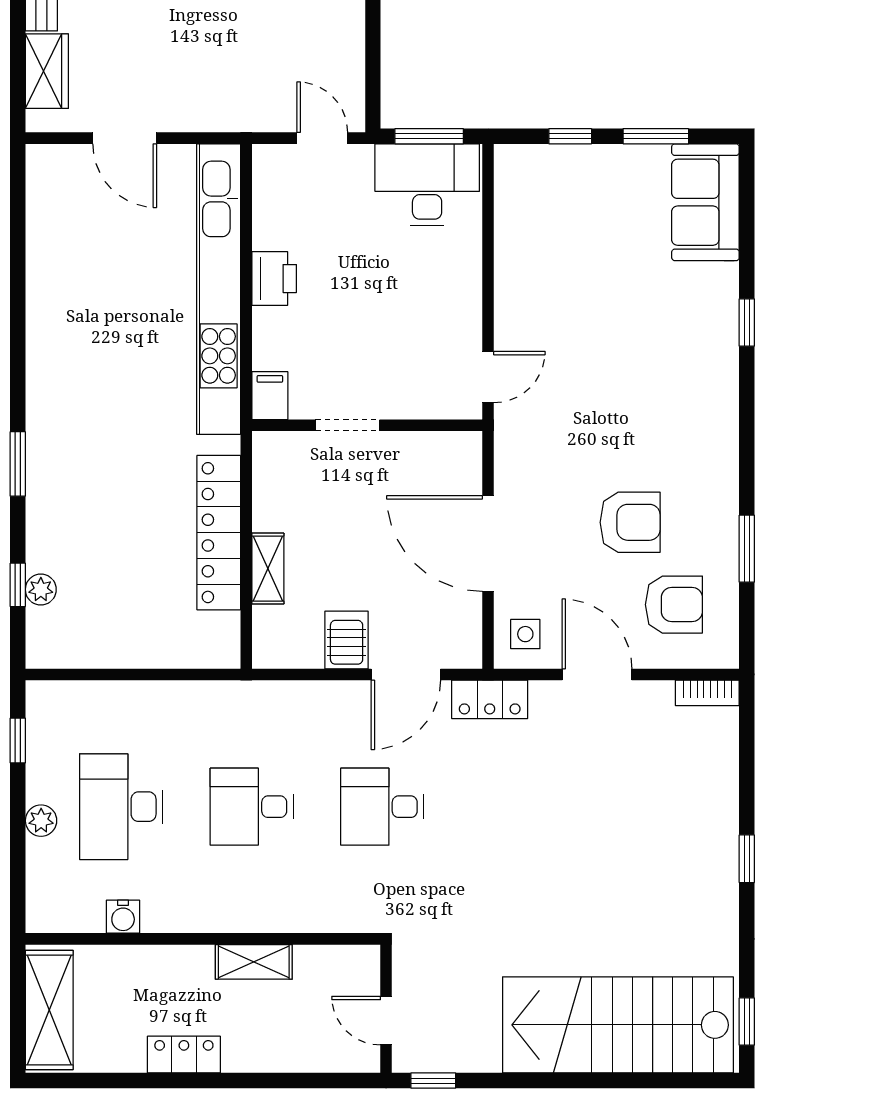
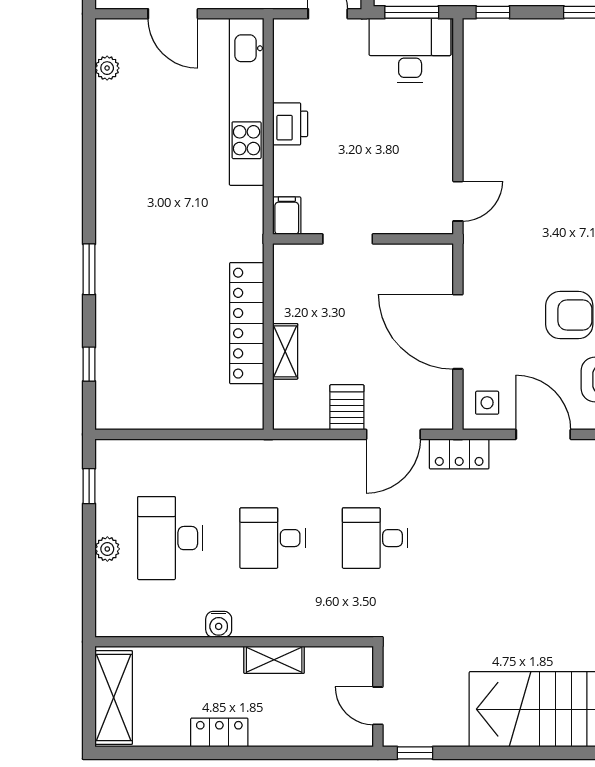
window: (570, 136) -> (493, 12), moved
kitchen unit: (219, 289) -> (247, 102), width x0.73
plant: (41, 590) -> (107, 68), moved
water cooler: (123, 917) -> (219, 624), moved

